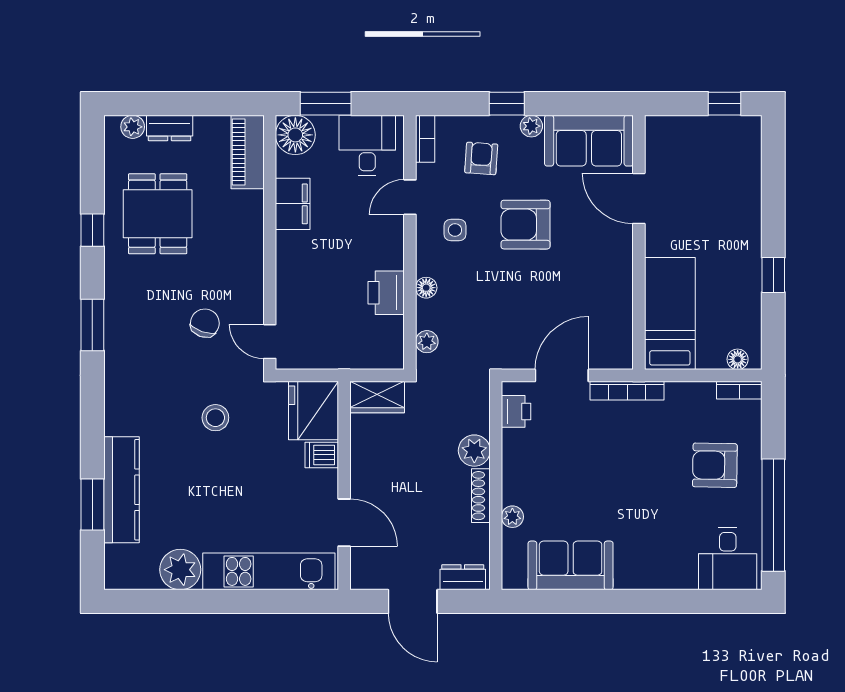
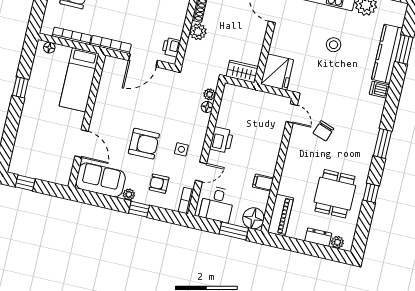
armchair: (481, 158) -> (159, 184), turned 86
filing cabinet: (293, 204) -> (263, 183), width x0.50
floor lamp: (426, 288) -> (207, 107), moved
printer: (386, 293) -> (221, 140), moved
bookcase: (739, 390) -> (72, 36), moved, width x1.56
stool: (215, 418) -> (334, 45), moved
dishwasher: (322, 455) -> (379, 90), moved, turned 180

